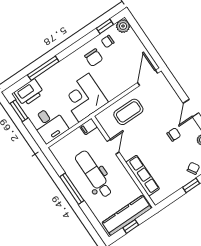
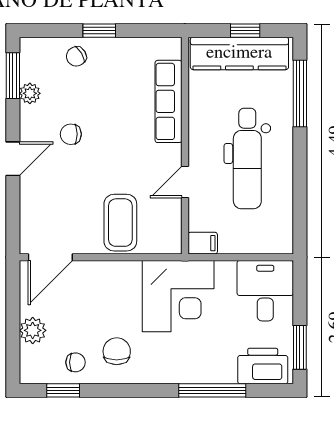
plant: (123, 26) -> (33, 330), moved
coffee table: (128, 112) -> (120, 223), turned 90
window: (72, 189) -> (300, 94), moved

